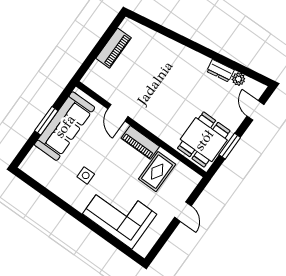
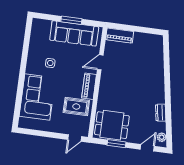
piano: (114, 48) -> (120, 36), moved
plant: (238, 79) -> (162, 137), moved
door: (183, 212) -> (75, 138), moved

